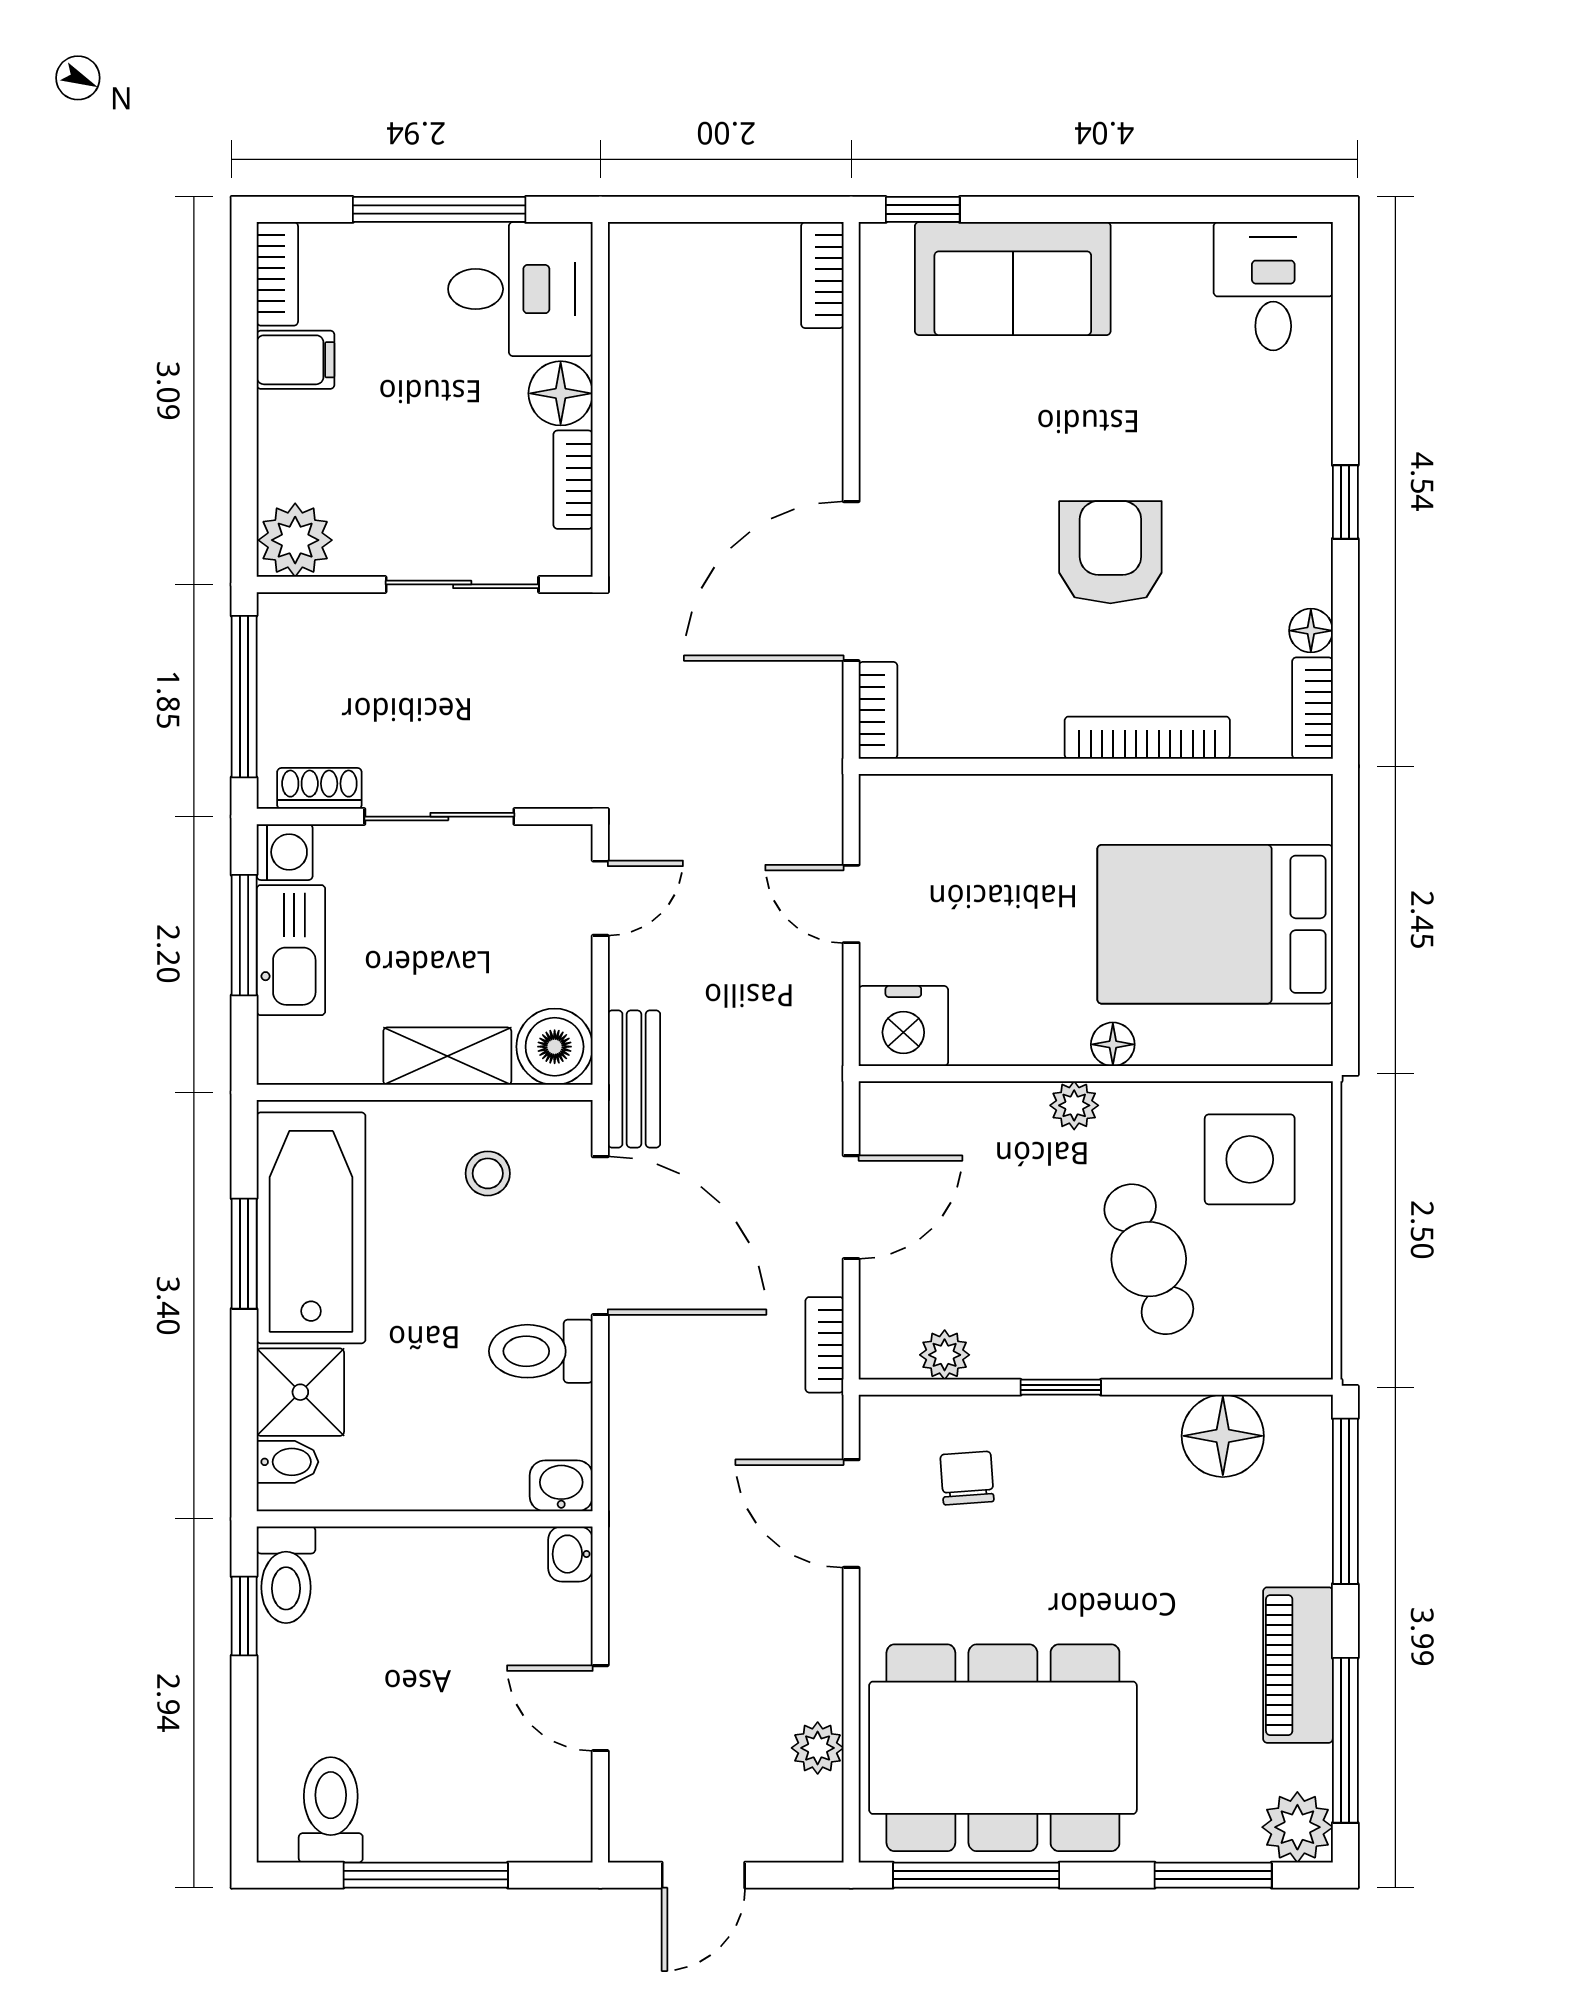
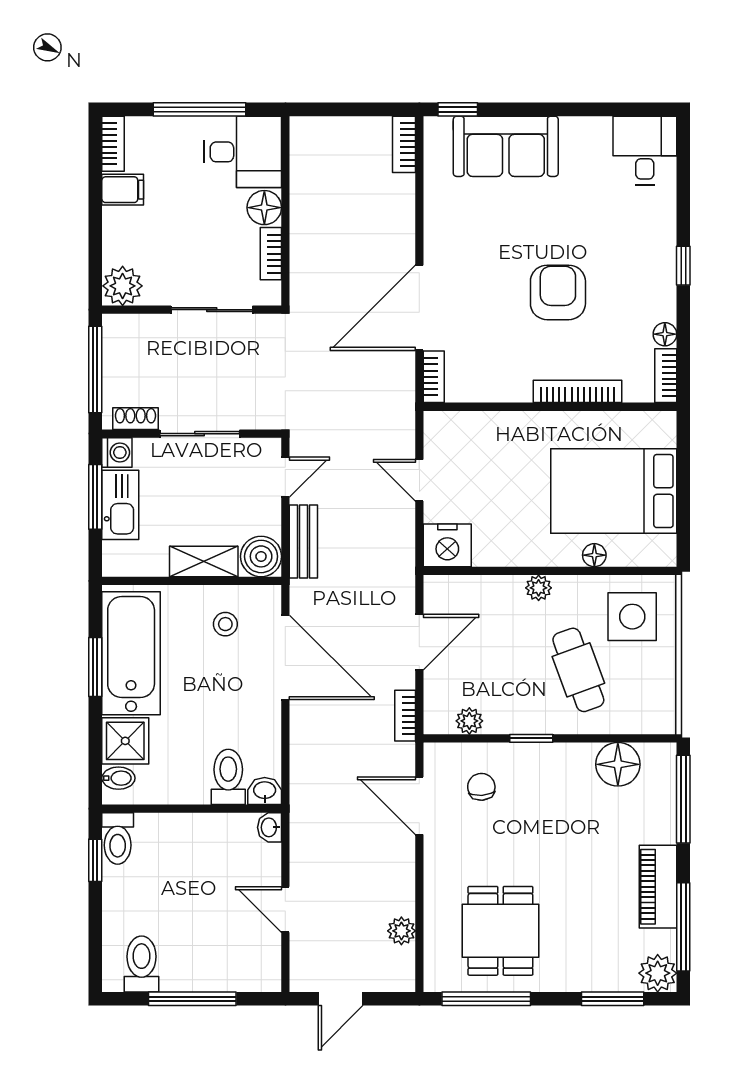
floor lamp: (1113, 1044) -> (594, 555), moved
bench: (634, 1079) -> (303, 542), moved
toilet: (541, 1351) -> (228, 777), moved, turned 90
dining table: (1003, 1748) -> (500, 931), width x0.53, depth x0.80

